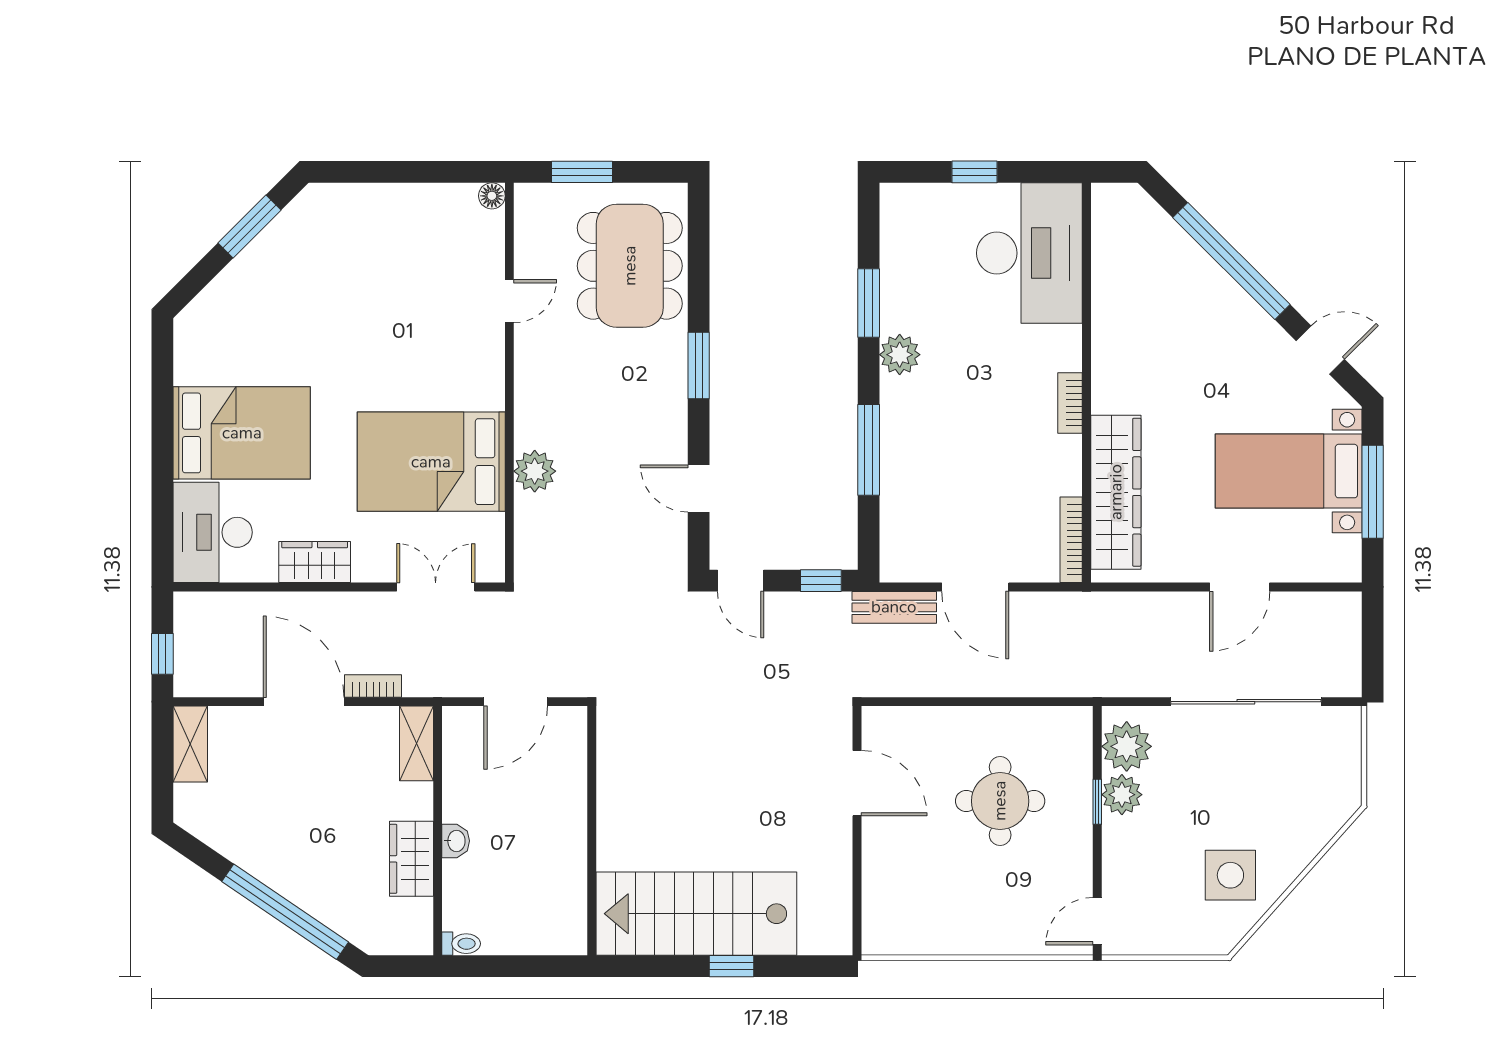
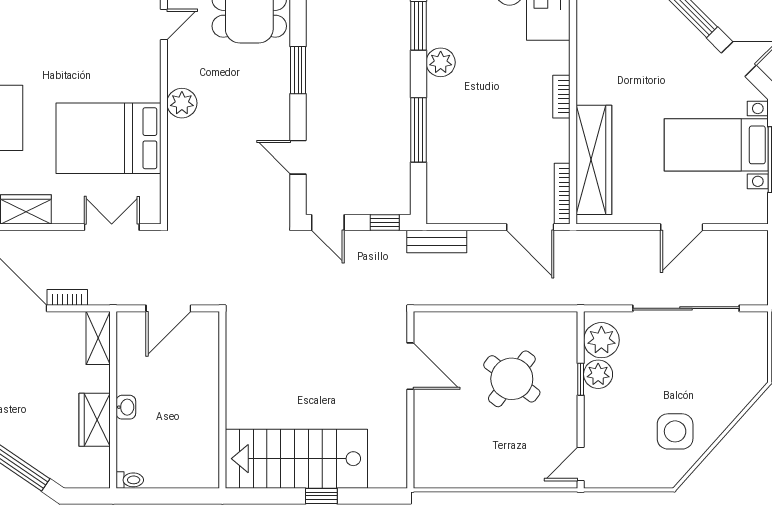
plant: (535, 471) -> (182, 103), moved
door: (975, 587) -> (530, 227), moved
round table: (1000, 801) -> (512, 379), turned 37

